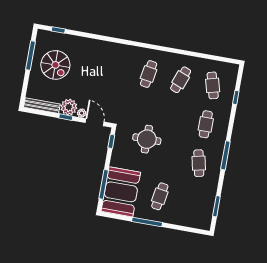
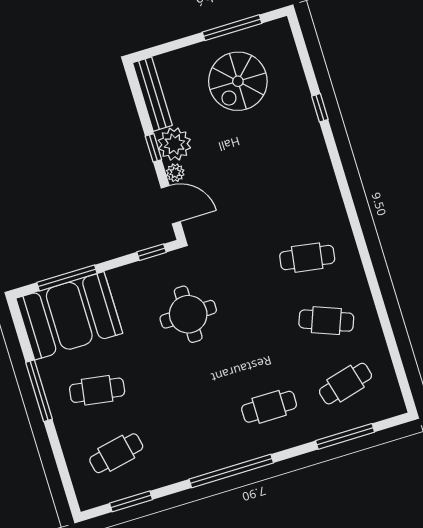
window: (58, 30) -> (320, 108), moved
window: (236, 97) -> (345, 436), width x2.17
door: (95, 122) -> (171, 205), hinge flipped
window: (225, 155) -> (231, 471), width x1.46
cafe table: (199, 163) -> (116, 453), moved

